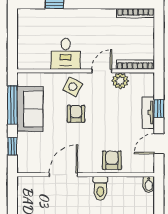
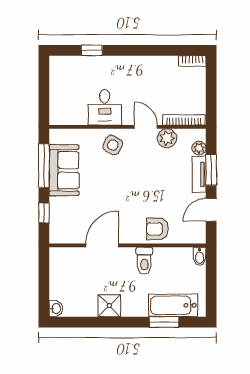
bookcase: (136, 13) -> (192, 61), width x0.64
door: (102, 71) -> (146, 127), hinge flipped
plant: (148, 90) -> (199, 148), added
window: (159, 109) -> (211, 170), width x1.50
armchair: (76, 114) -> (117, 176), removed
armchair: (112, 160) -> (158, 229), turned -90

